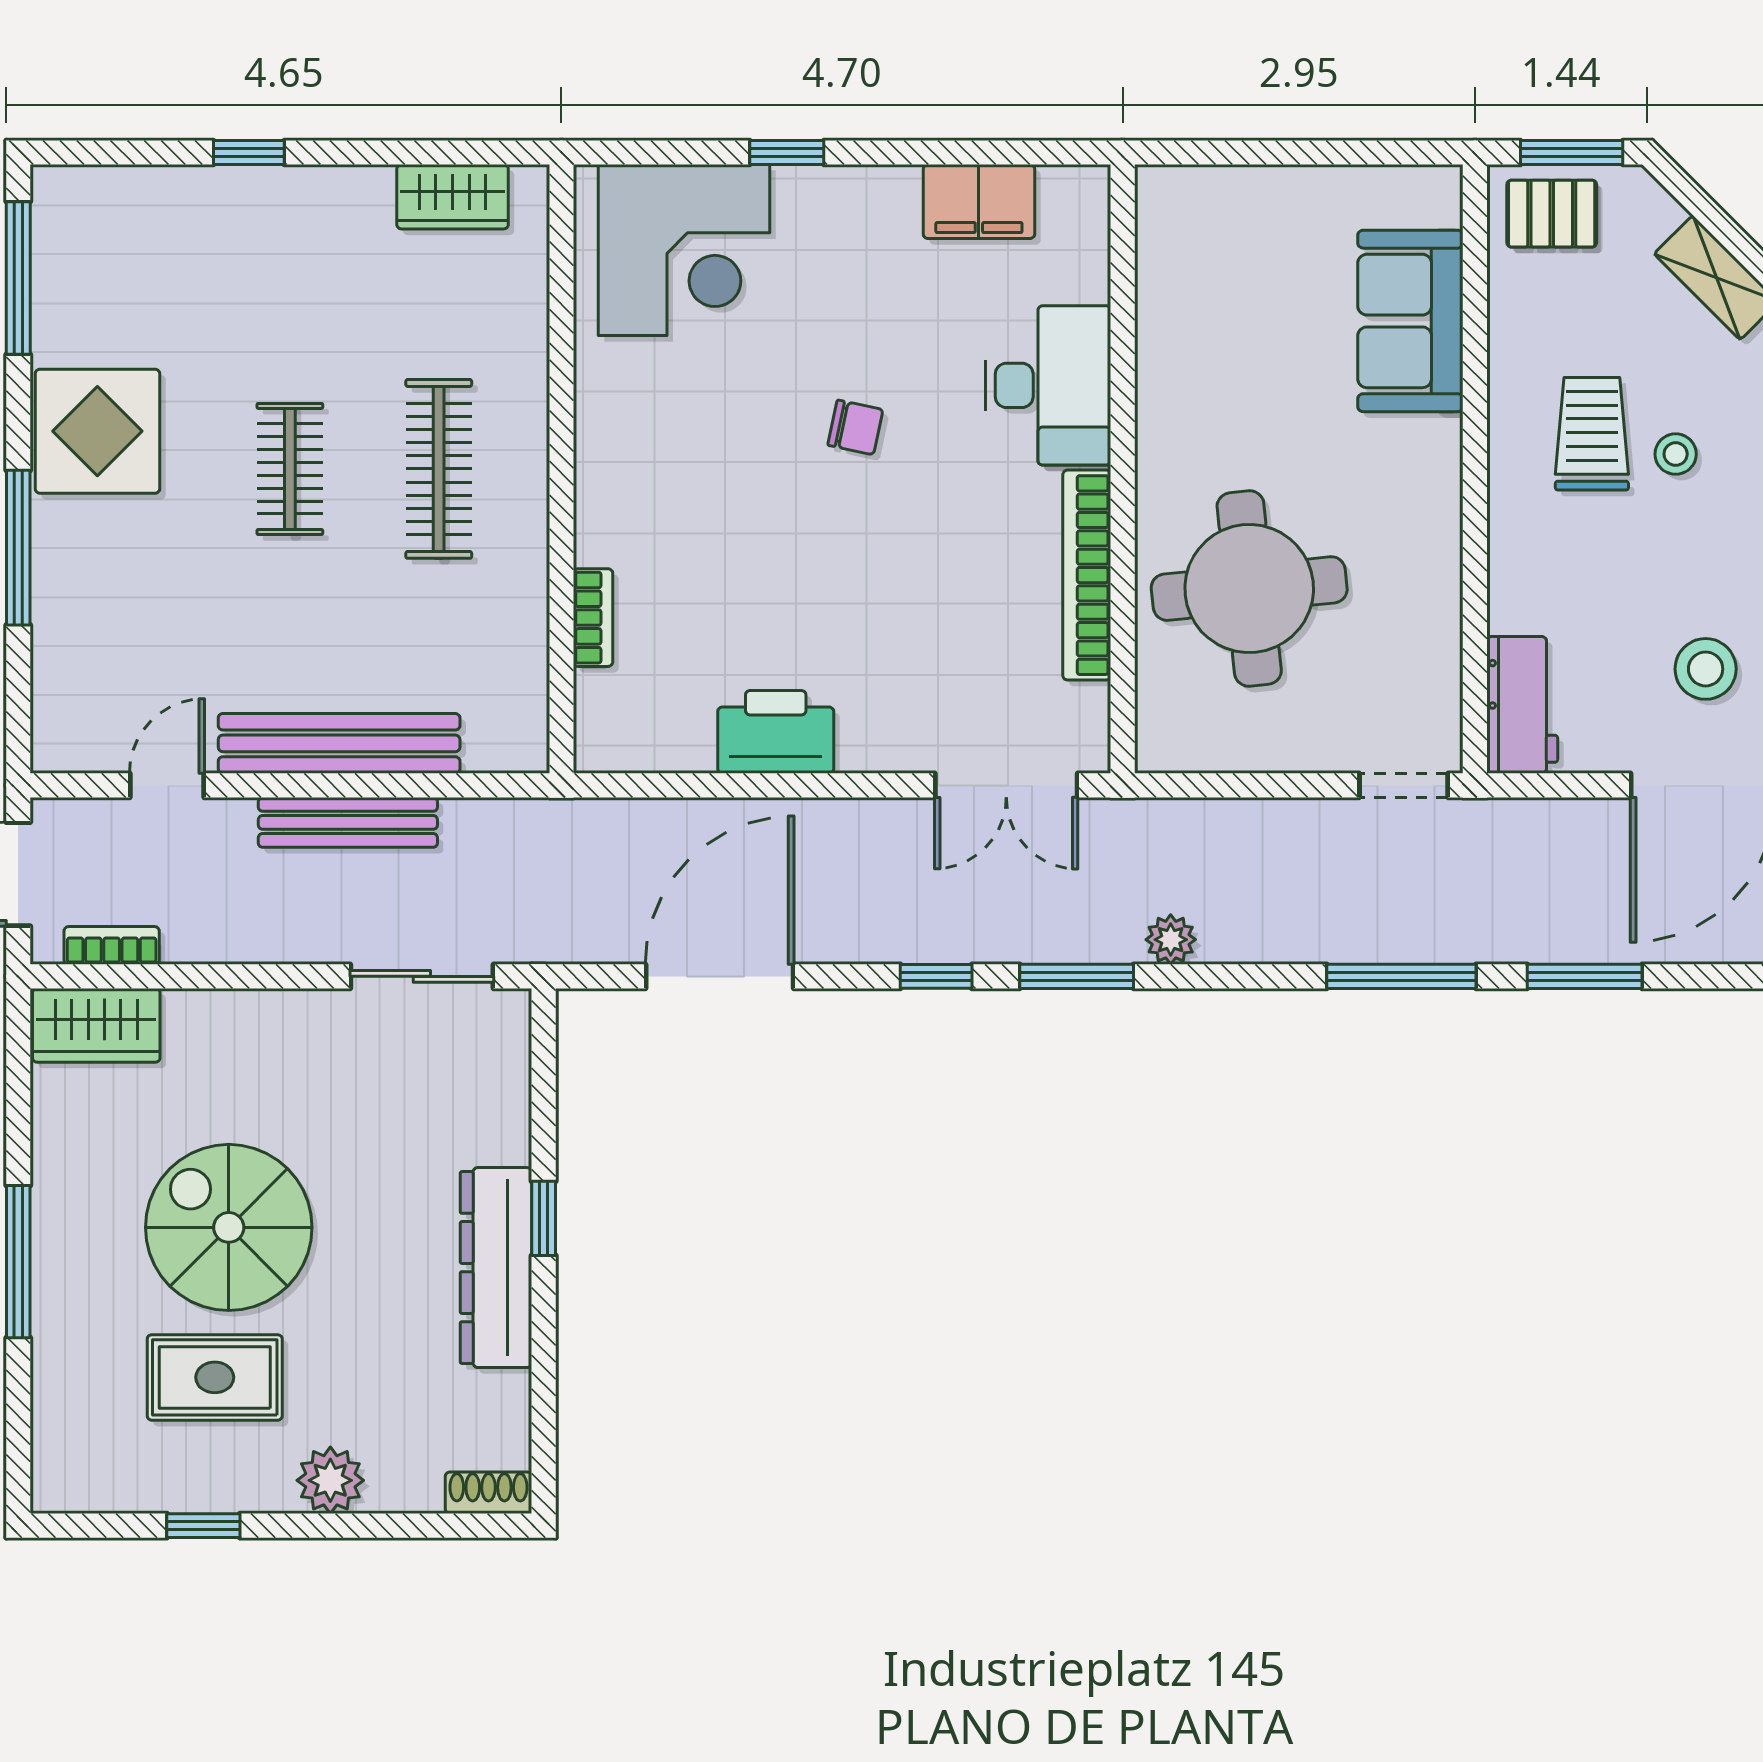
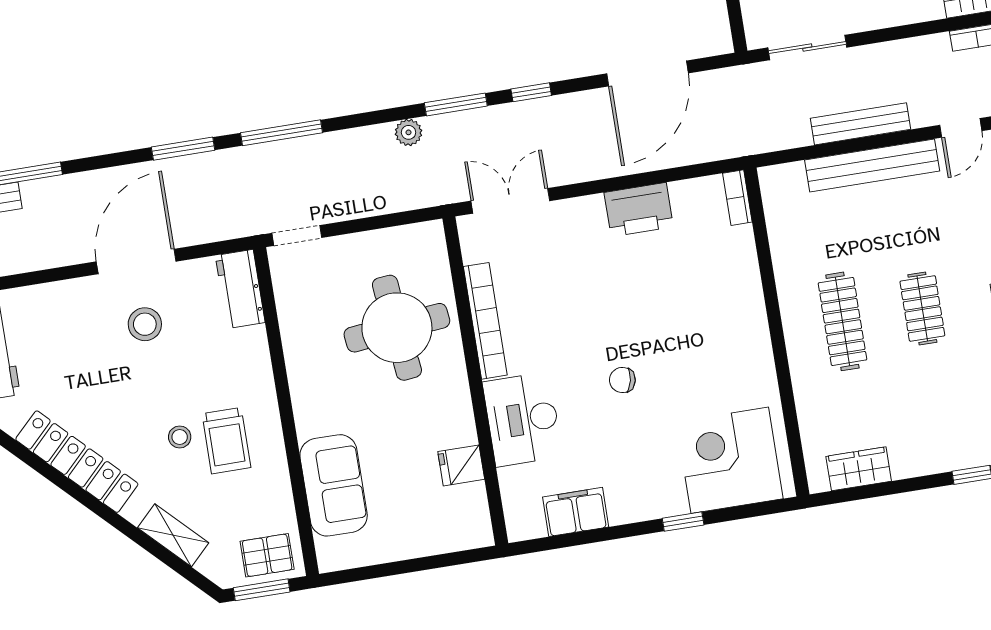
fridge: (1173, 320) -> (461, 465), added
bookcase: (593, 618) -> (737, 198), moved

